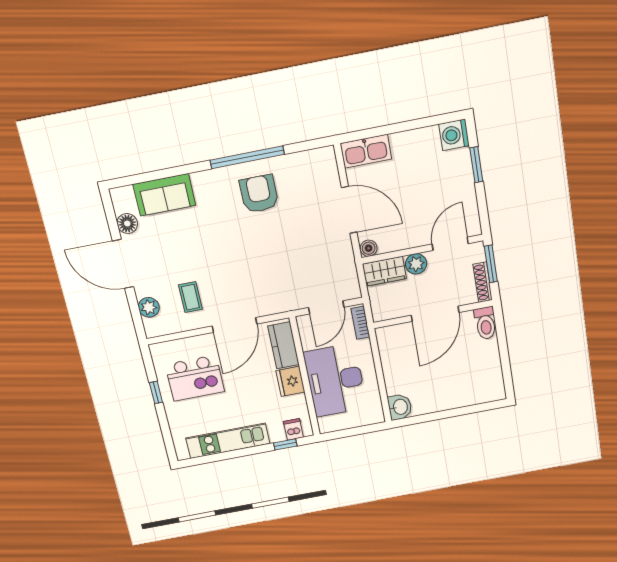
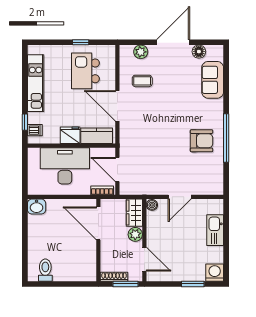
kitchen sink: (366, 151) -> (215, 230), moved
door: (349, 210) -> (180, 197), width x0.73
door: (435, 314) -> (98, 223), moved
toilet: (485, 323) -> (45, 270), moved, turned 90

